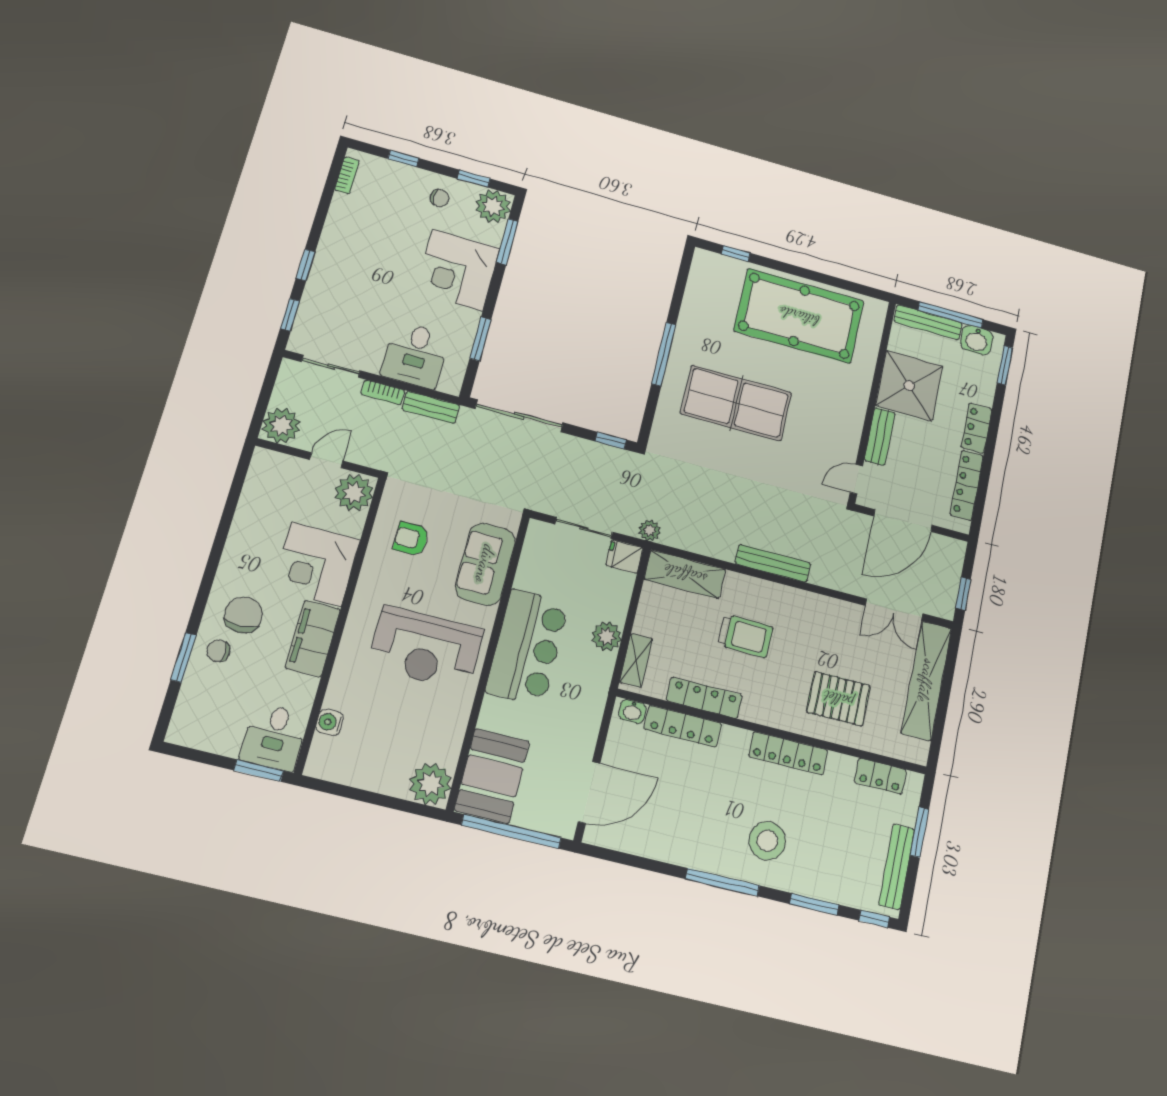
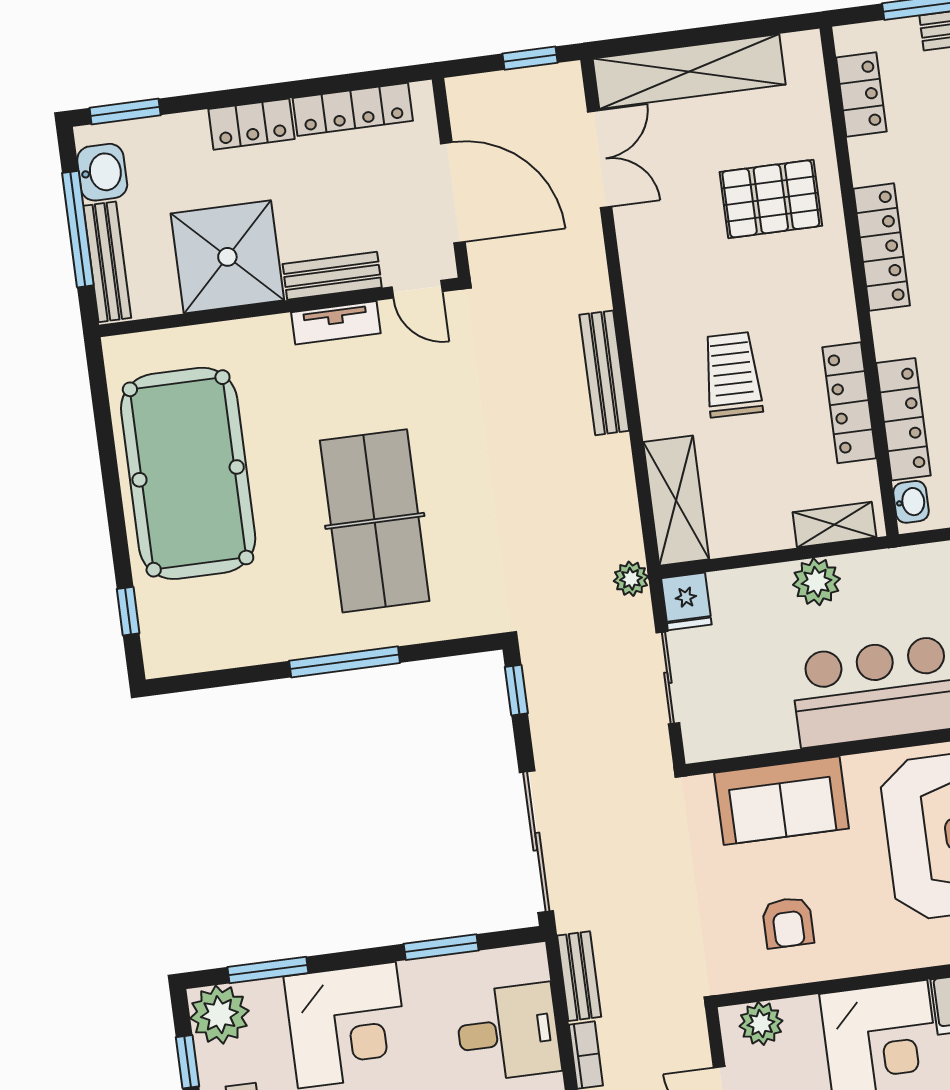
tv unit: (853, 428) -> (336, 323), added
plant: (354, 493) -> (761, 1024), width x0.73, depth x0.73
pallet: (838, 699) -> (771, 199), turned 90

